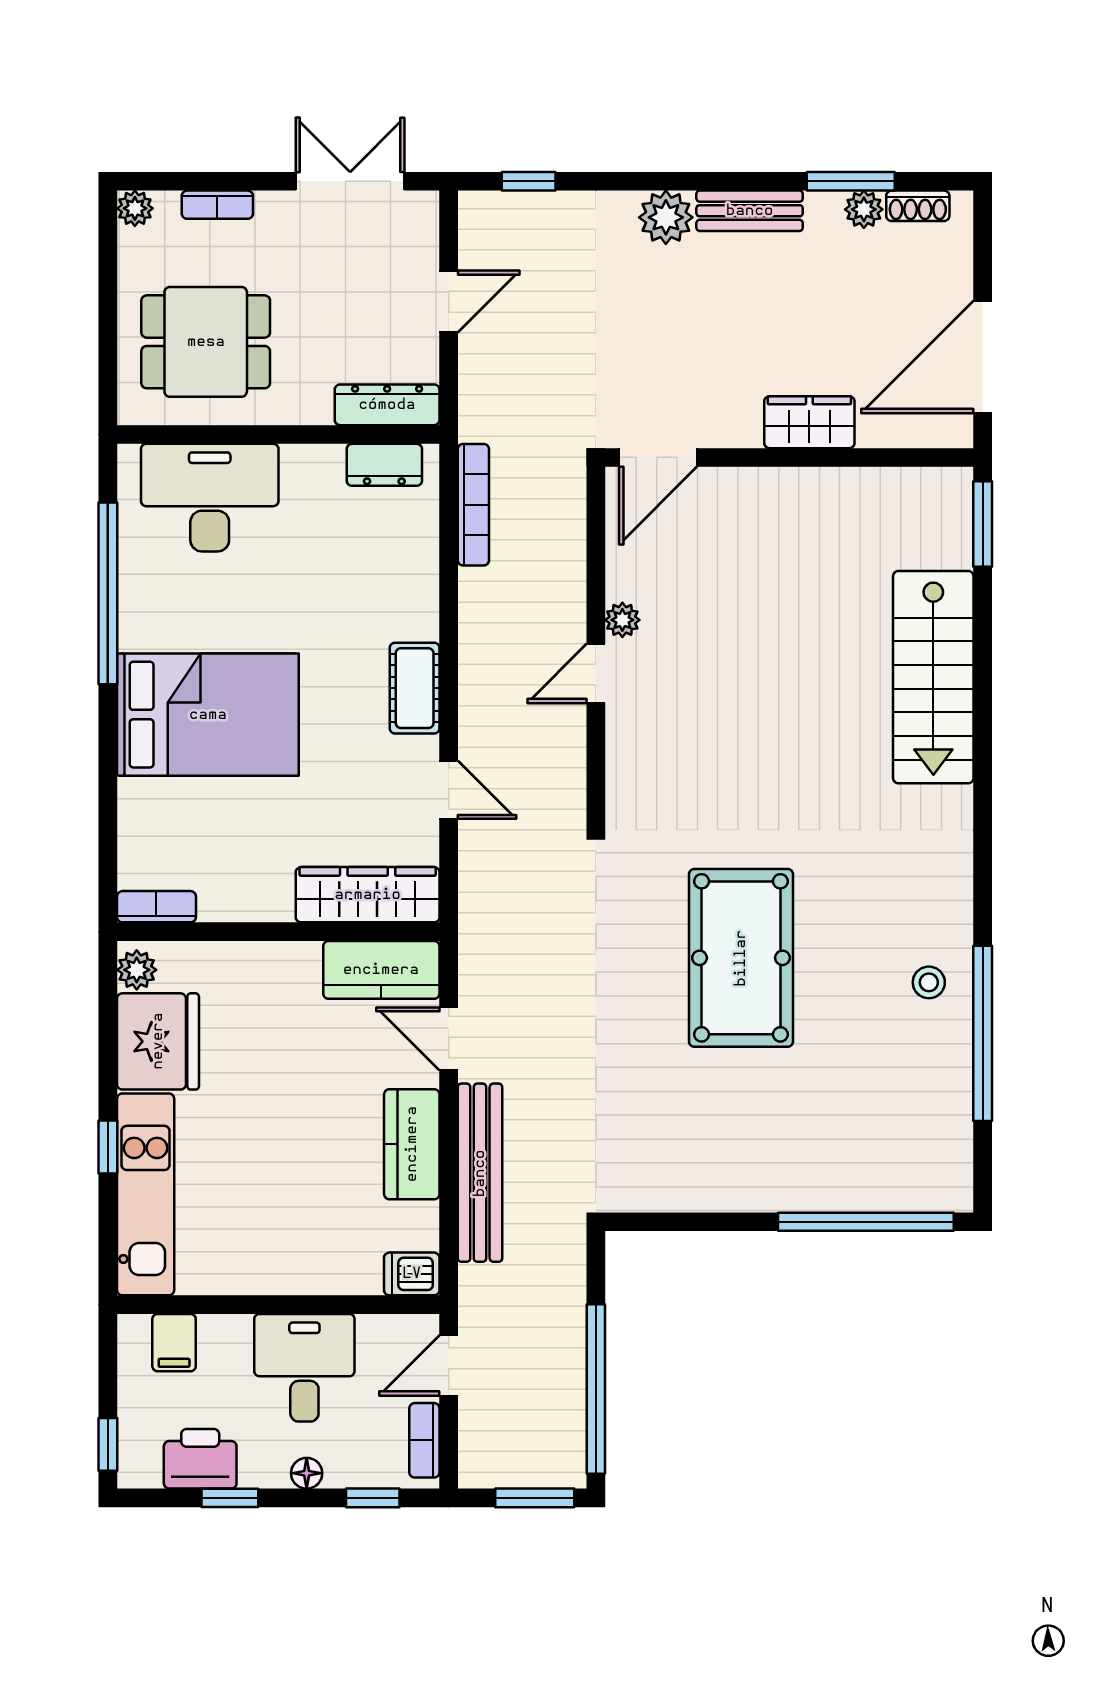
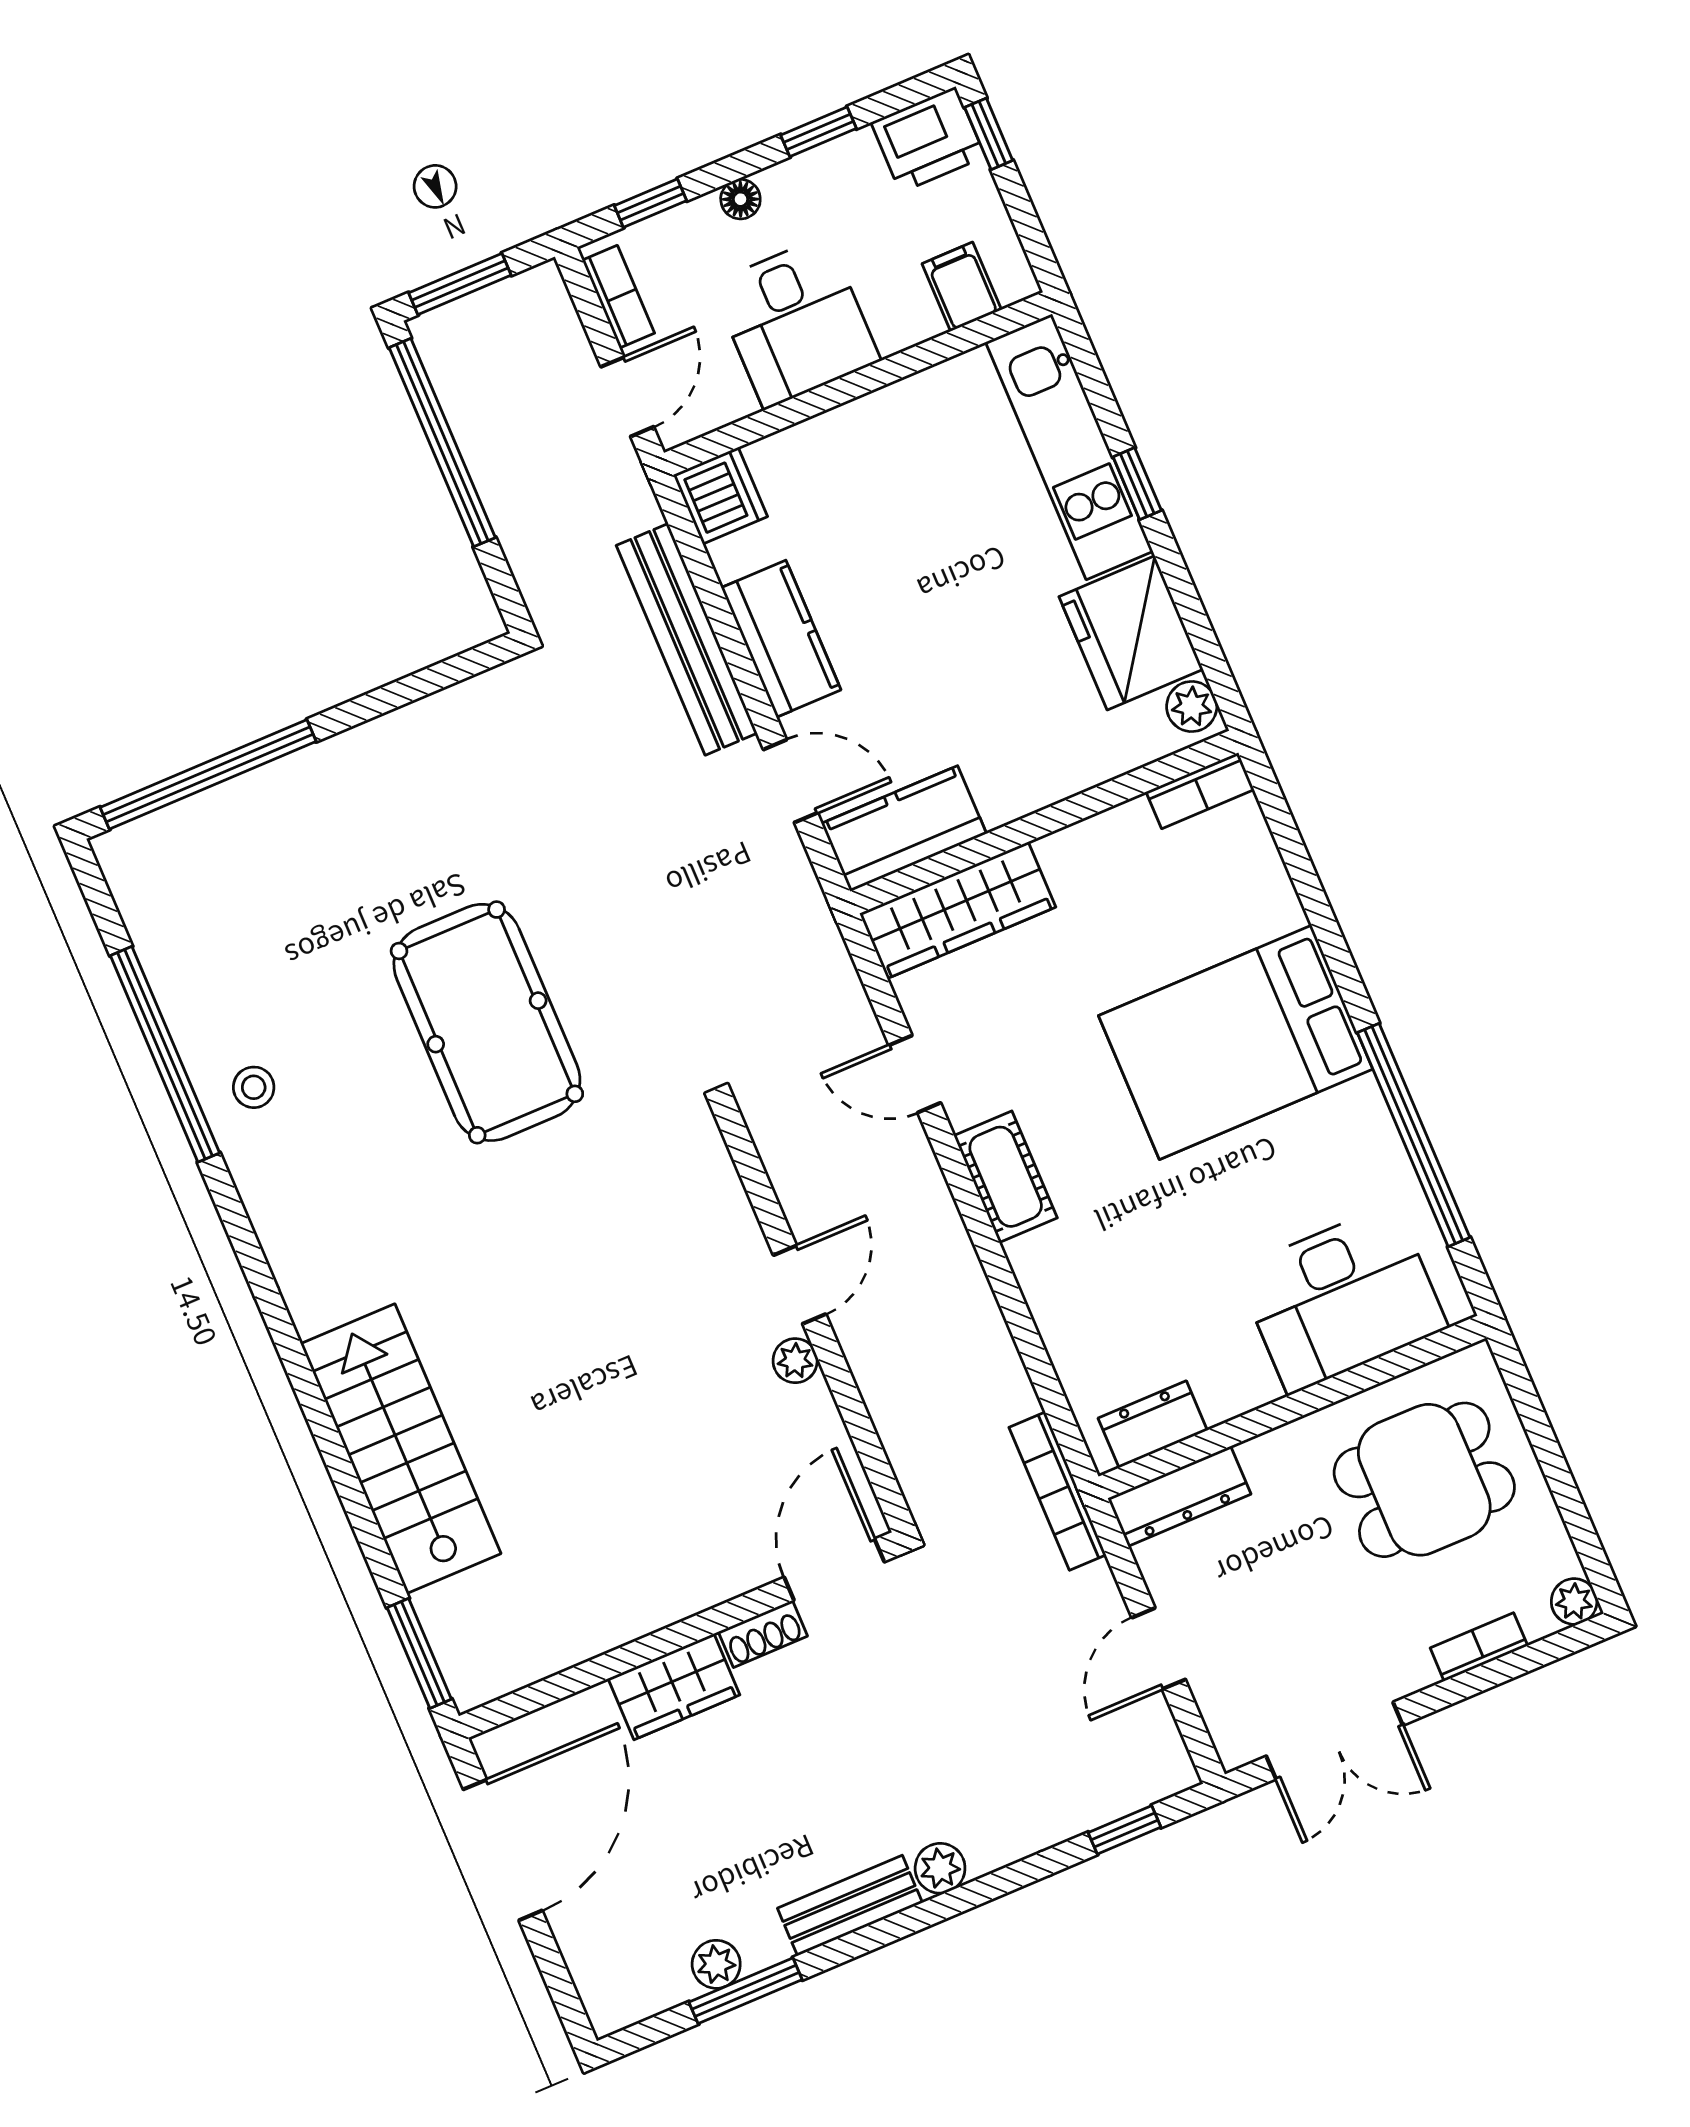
shoe rack: (918, 206) -> (763, 1634), moved, turned 180
plant: (666, 217) -> (940, 1868), width x0.73, depth x0.73
bookcase: (473, 505) -> (1057, 1491), moved
dishwasher: (412, 1274) -> (720, 496), width x1.38
printer: (200, 1459) -> (928, 140), moved

